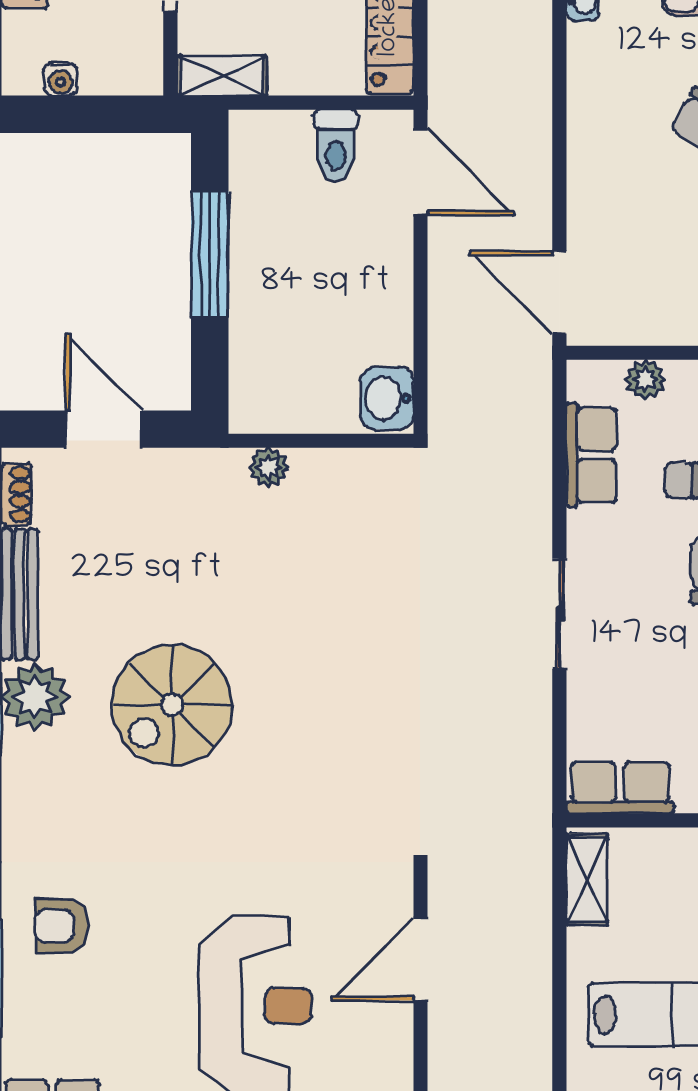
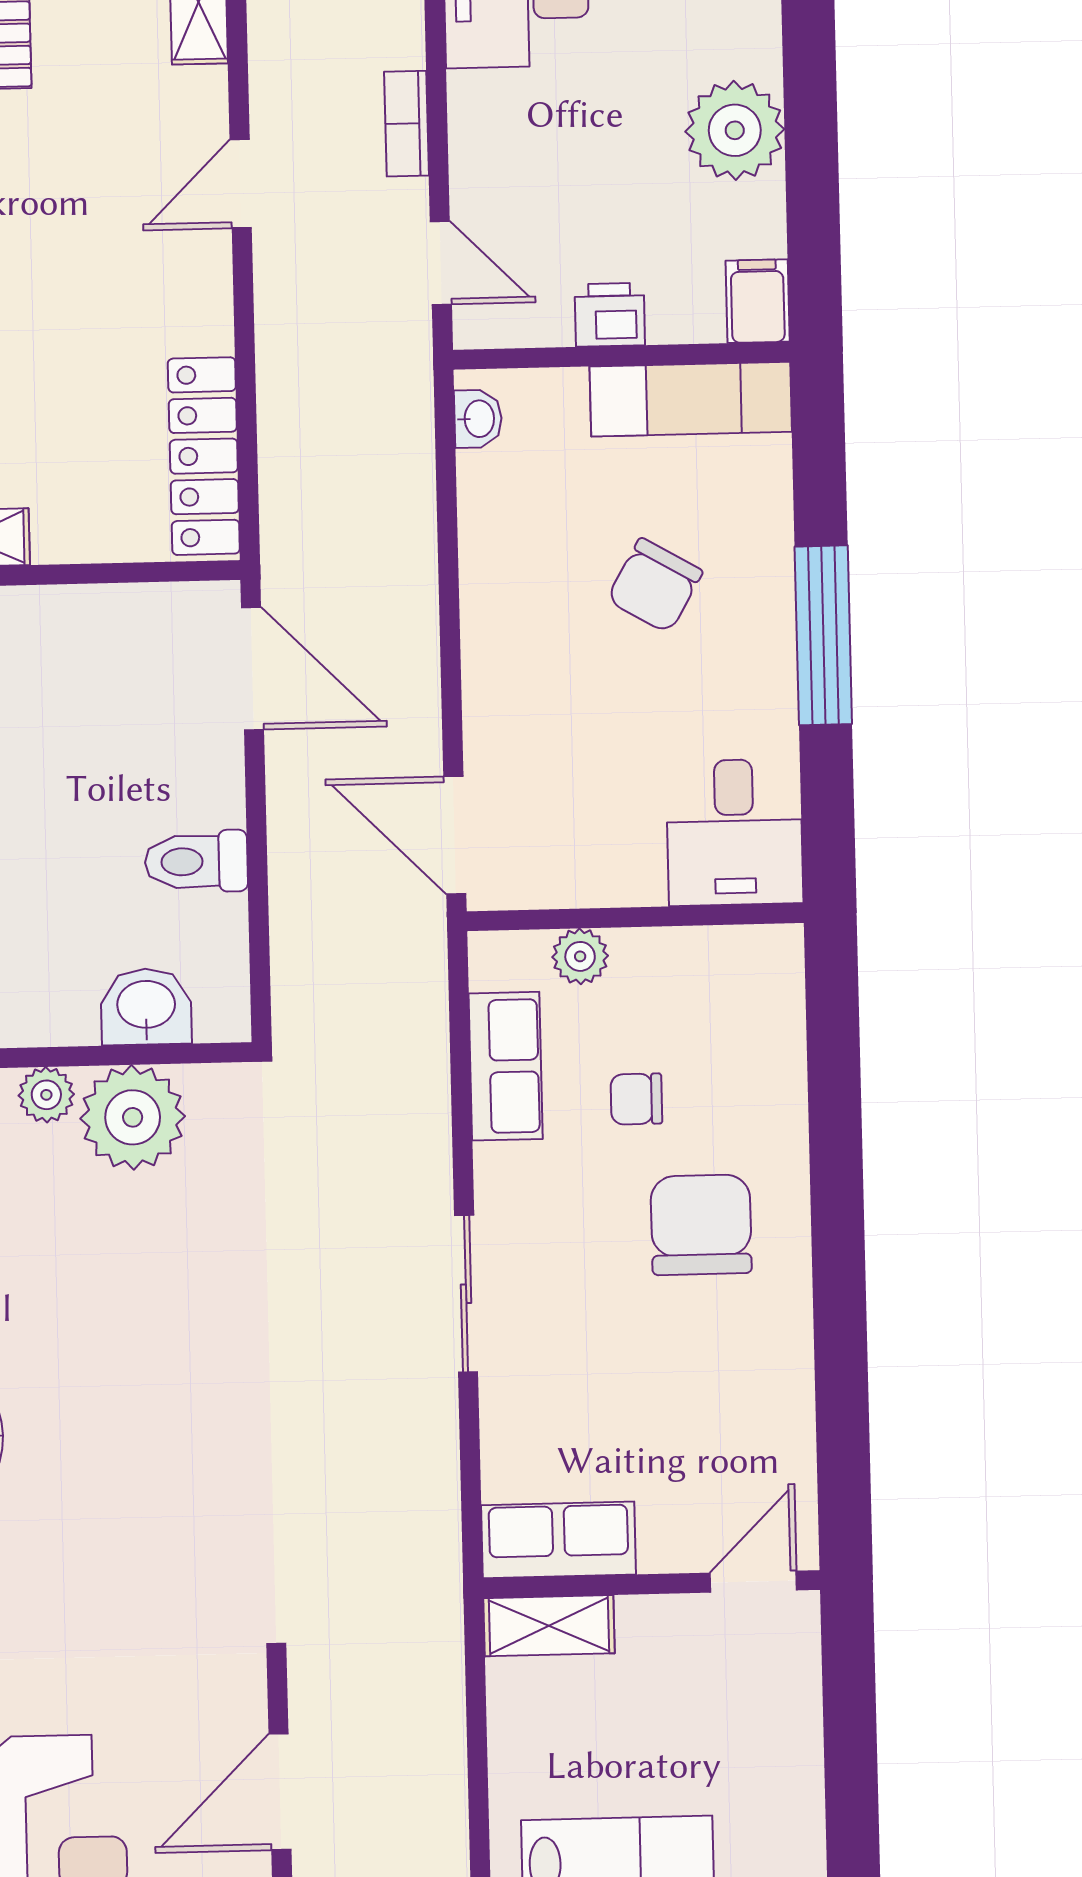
toilet: (336, 145) -> (196, 861), moved, turned 90
washbasin: (387, 398) -> (146, 1007), moved, turned 90
plant: (329, 484) -> (133, 1117), added
shelving: (587, 879) -> (549, 1626), moved, turned 90

